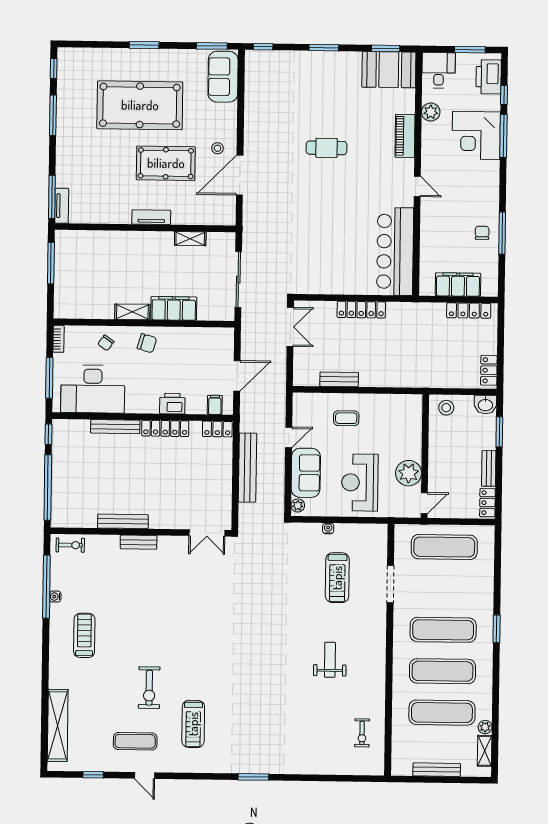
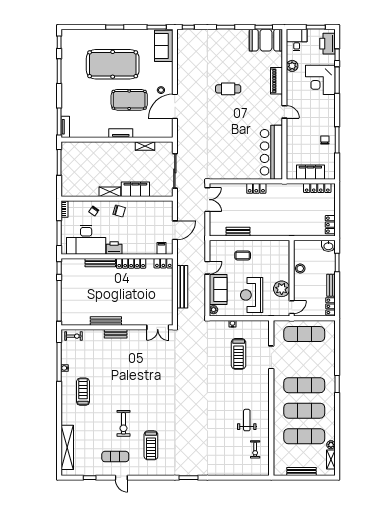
locker: (361, 310) -> (256, 188), width x0.66
printer: (172, 404) -> (114, 248), moved
stool: (446, 408) -> (300, 268), moved
weight bench: (330, 660) -> (247, 420), moved

